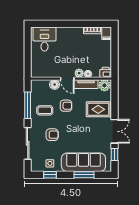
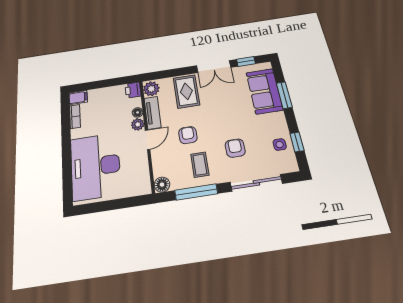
desk: (45, 39) -> (95, 166), width x1.87, depth x1.30
floor lamp: (55, 84) -> (162, 185), moved
double door: (114, 131) -> (214, 67), swing flipped
sofa: (83, 162) -> (264, 91), width x0.73

